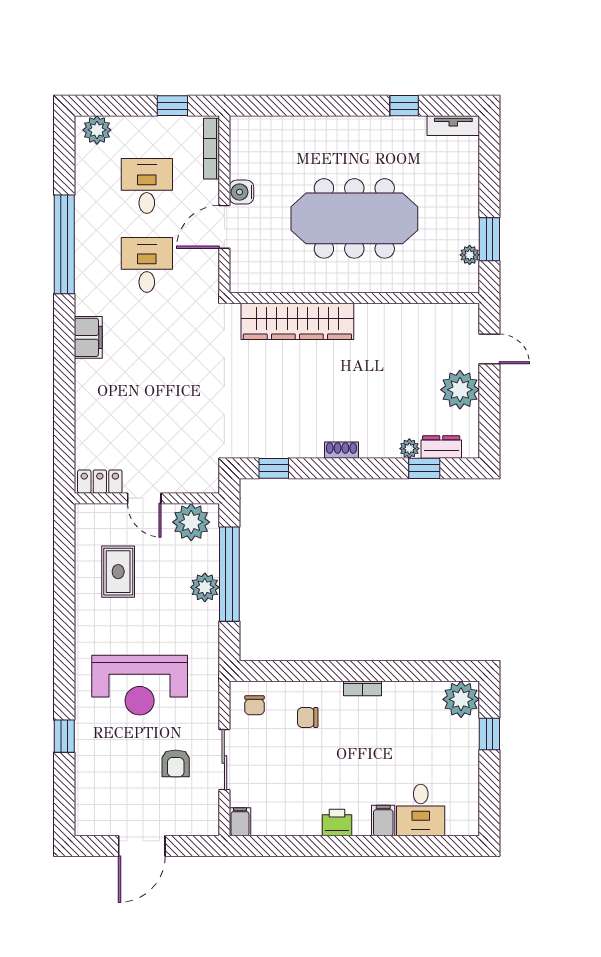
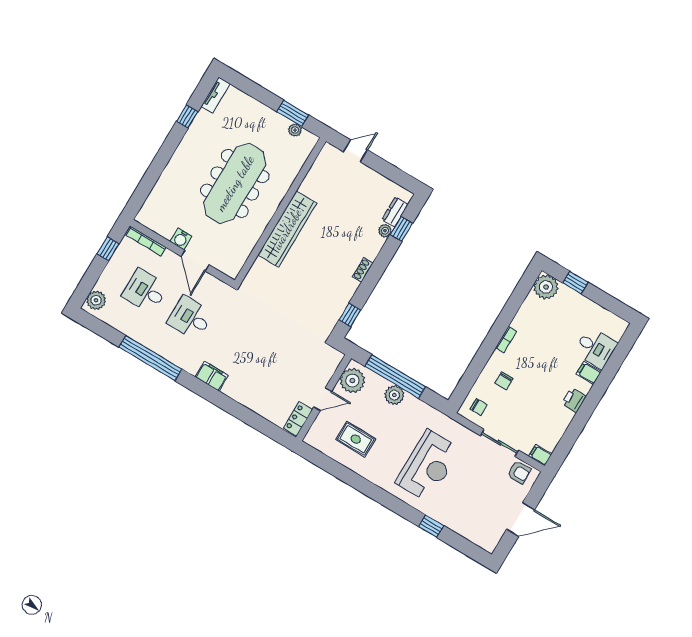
wardrobe: (297, 321) -> (287, 229), moved
plant: (460, 390) -> (369, 182), removed
armchair: (176, 763) -> (519, 472), moved
door: (142, 846) -> (521, 519), hinge flipped

